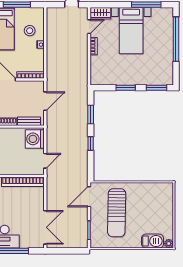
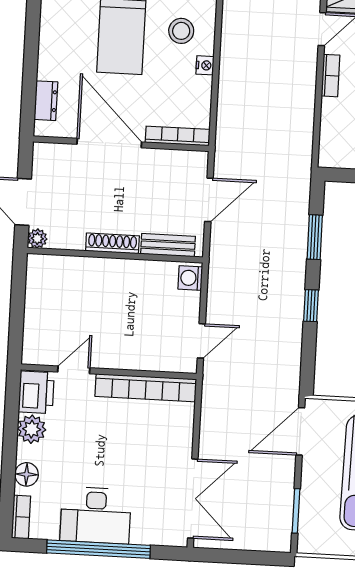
washing machine: (35, 139) -> (190, 278), width x0.53, depth x0.53

